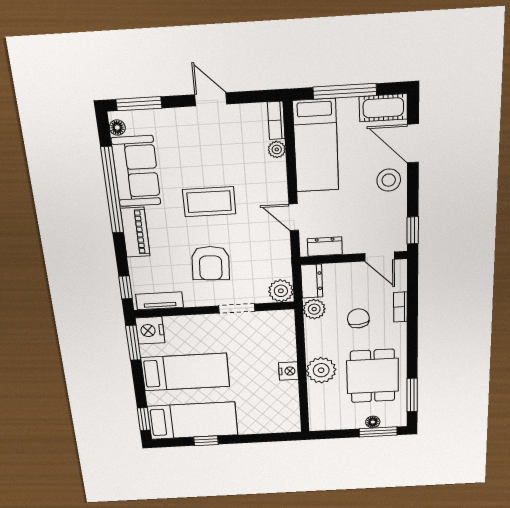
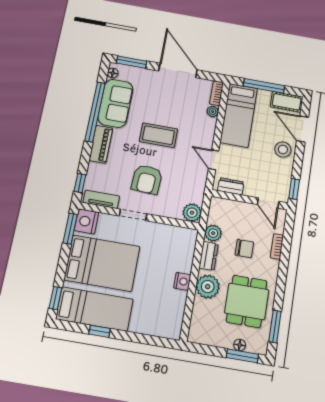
door: (211, 99) -> (178, 70), width x1.87
dresser: (312, 281) -> (209, 256), moved
doorway: (237, 308) -> (133, 215), moved
chair: (358, 318) -> (244, 249), turned 97
bed: (185, 372) -> (102, 263), width x1.50

